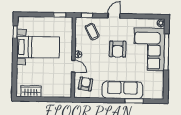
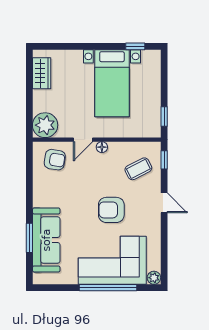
plant: (64, 90) -> (45, 125), added
sofa: (122, 90) -> (46, 240), moved

